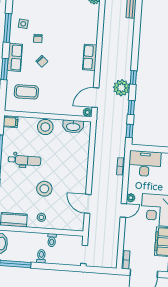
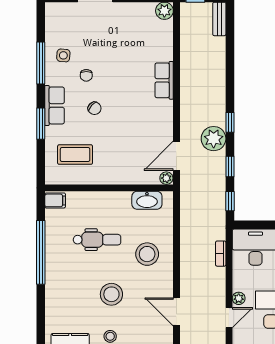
row of seats: (90, 57) -> (164, 80), moved
stool: (45, 127) -> (147, 254), moved
dental chair: (25, 160) -> (97, 240), moved

